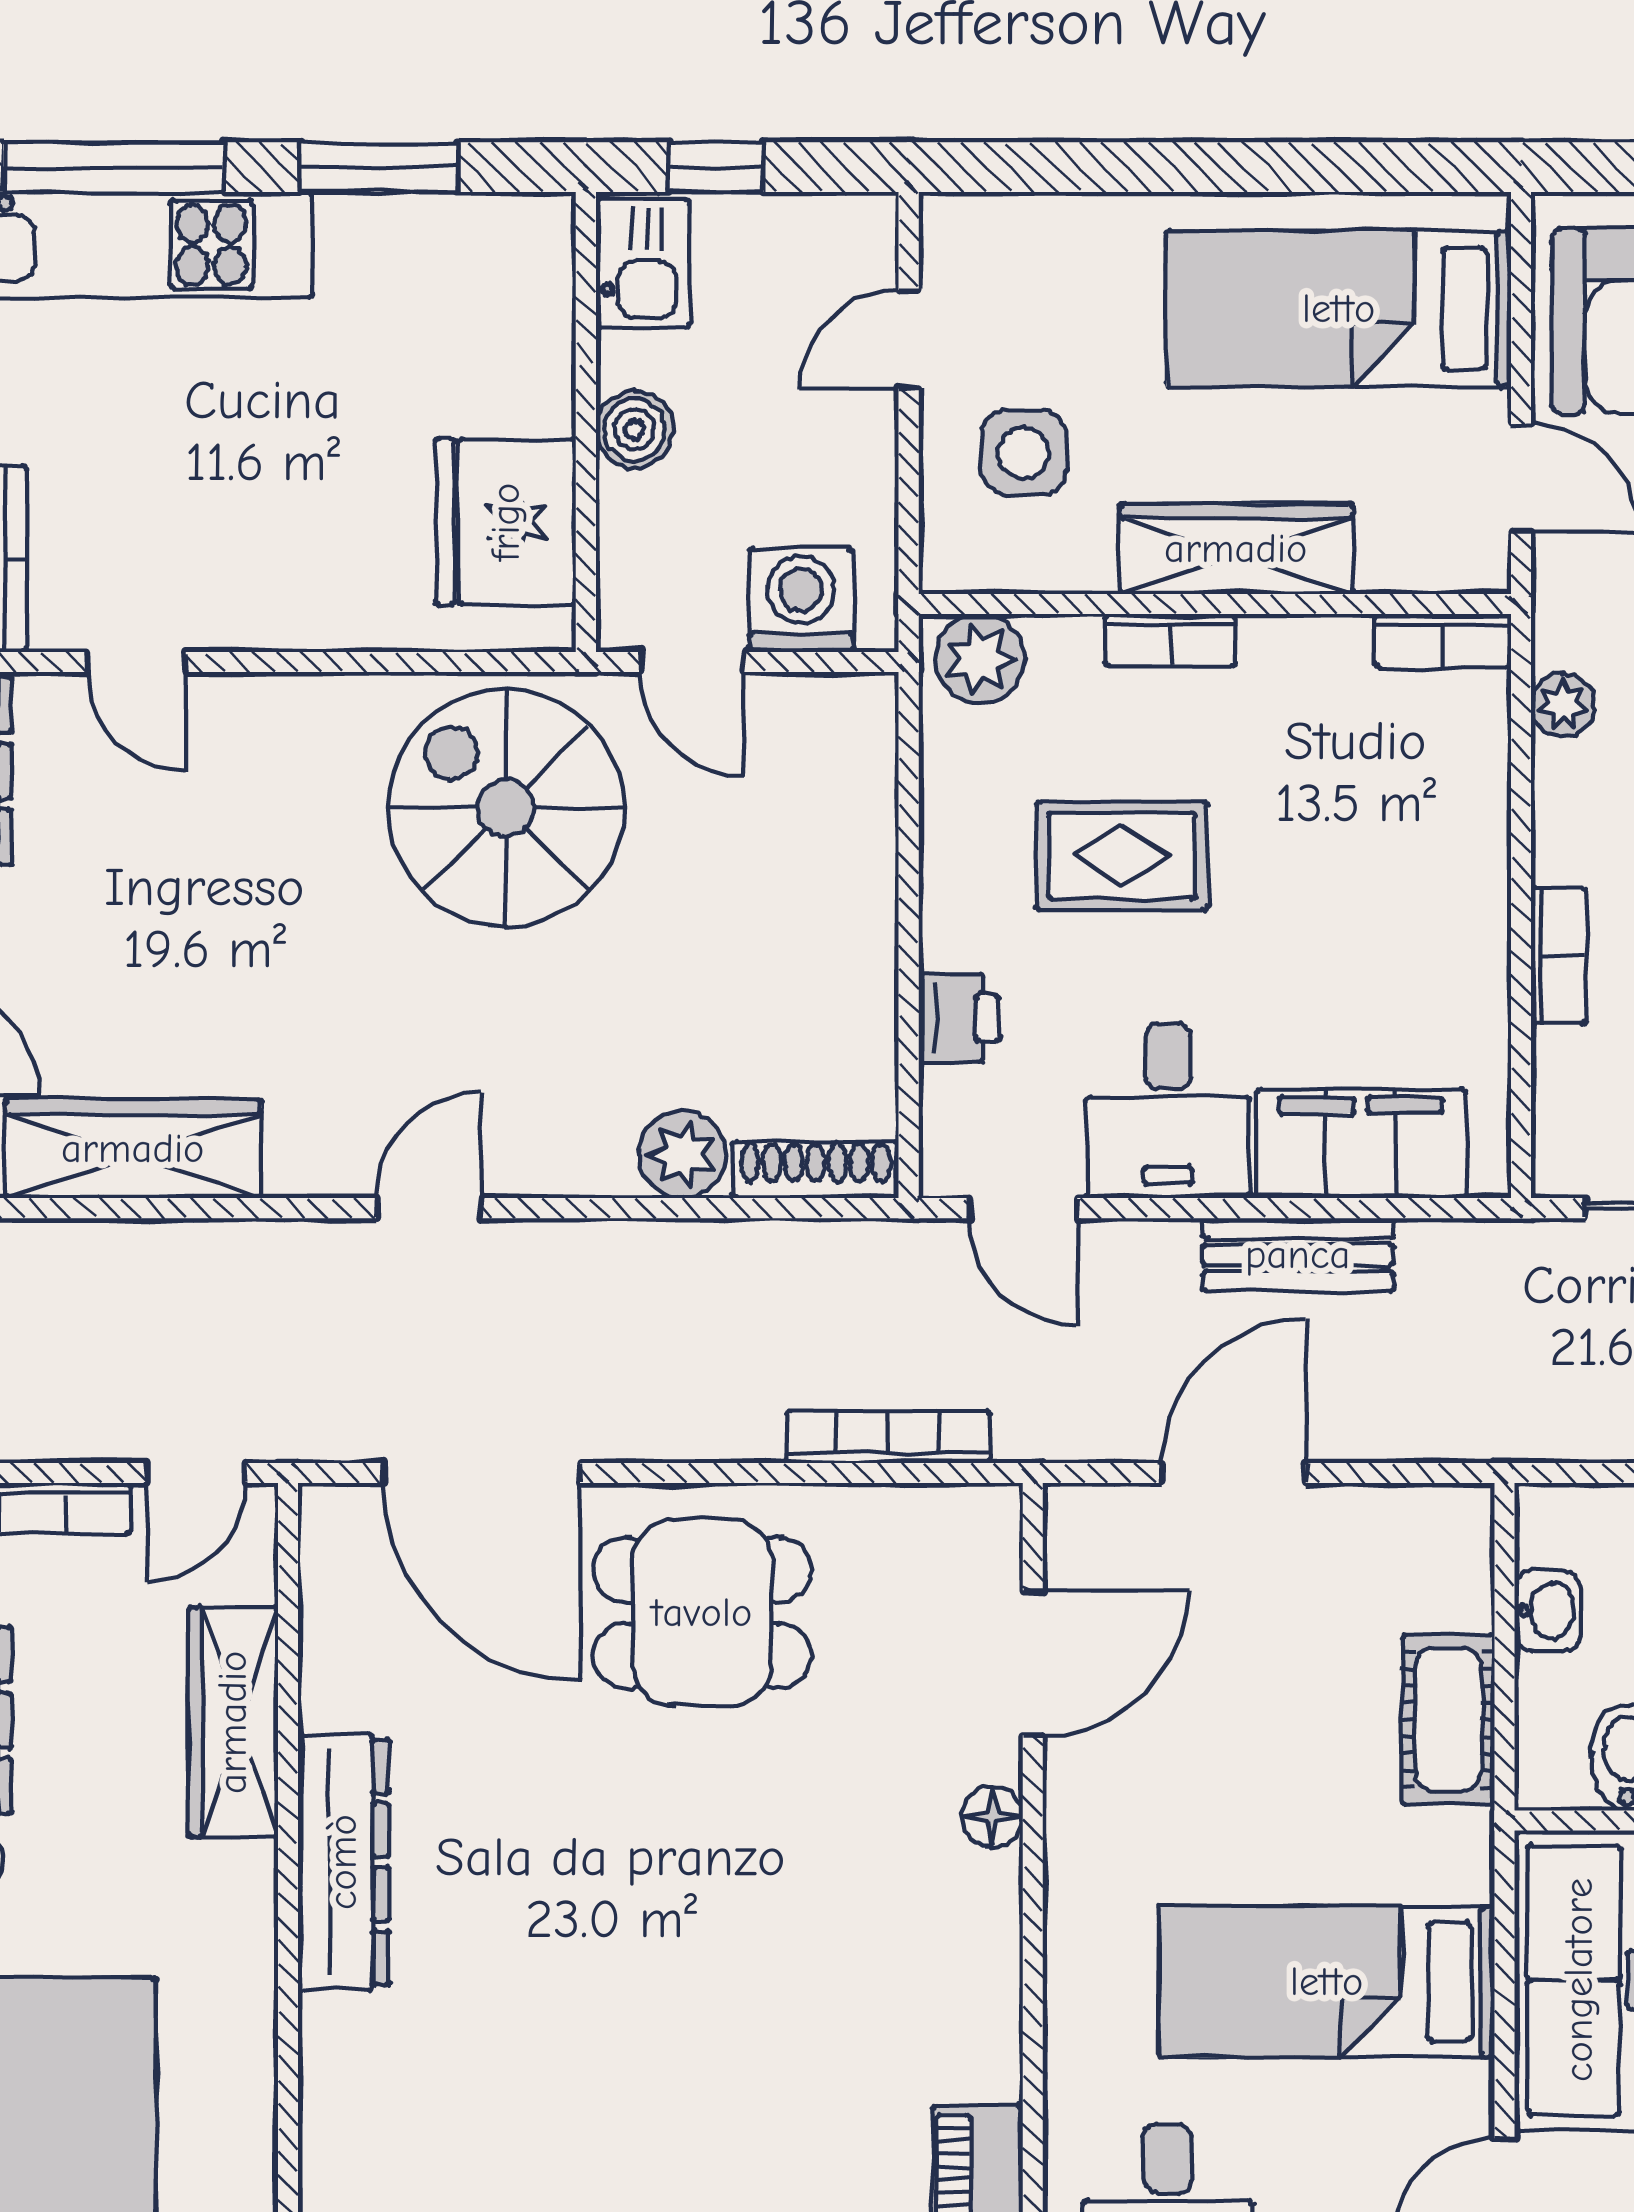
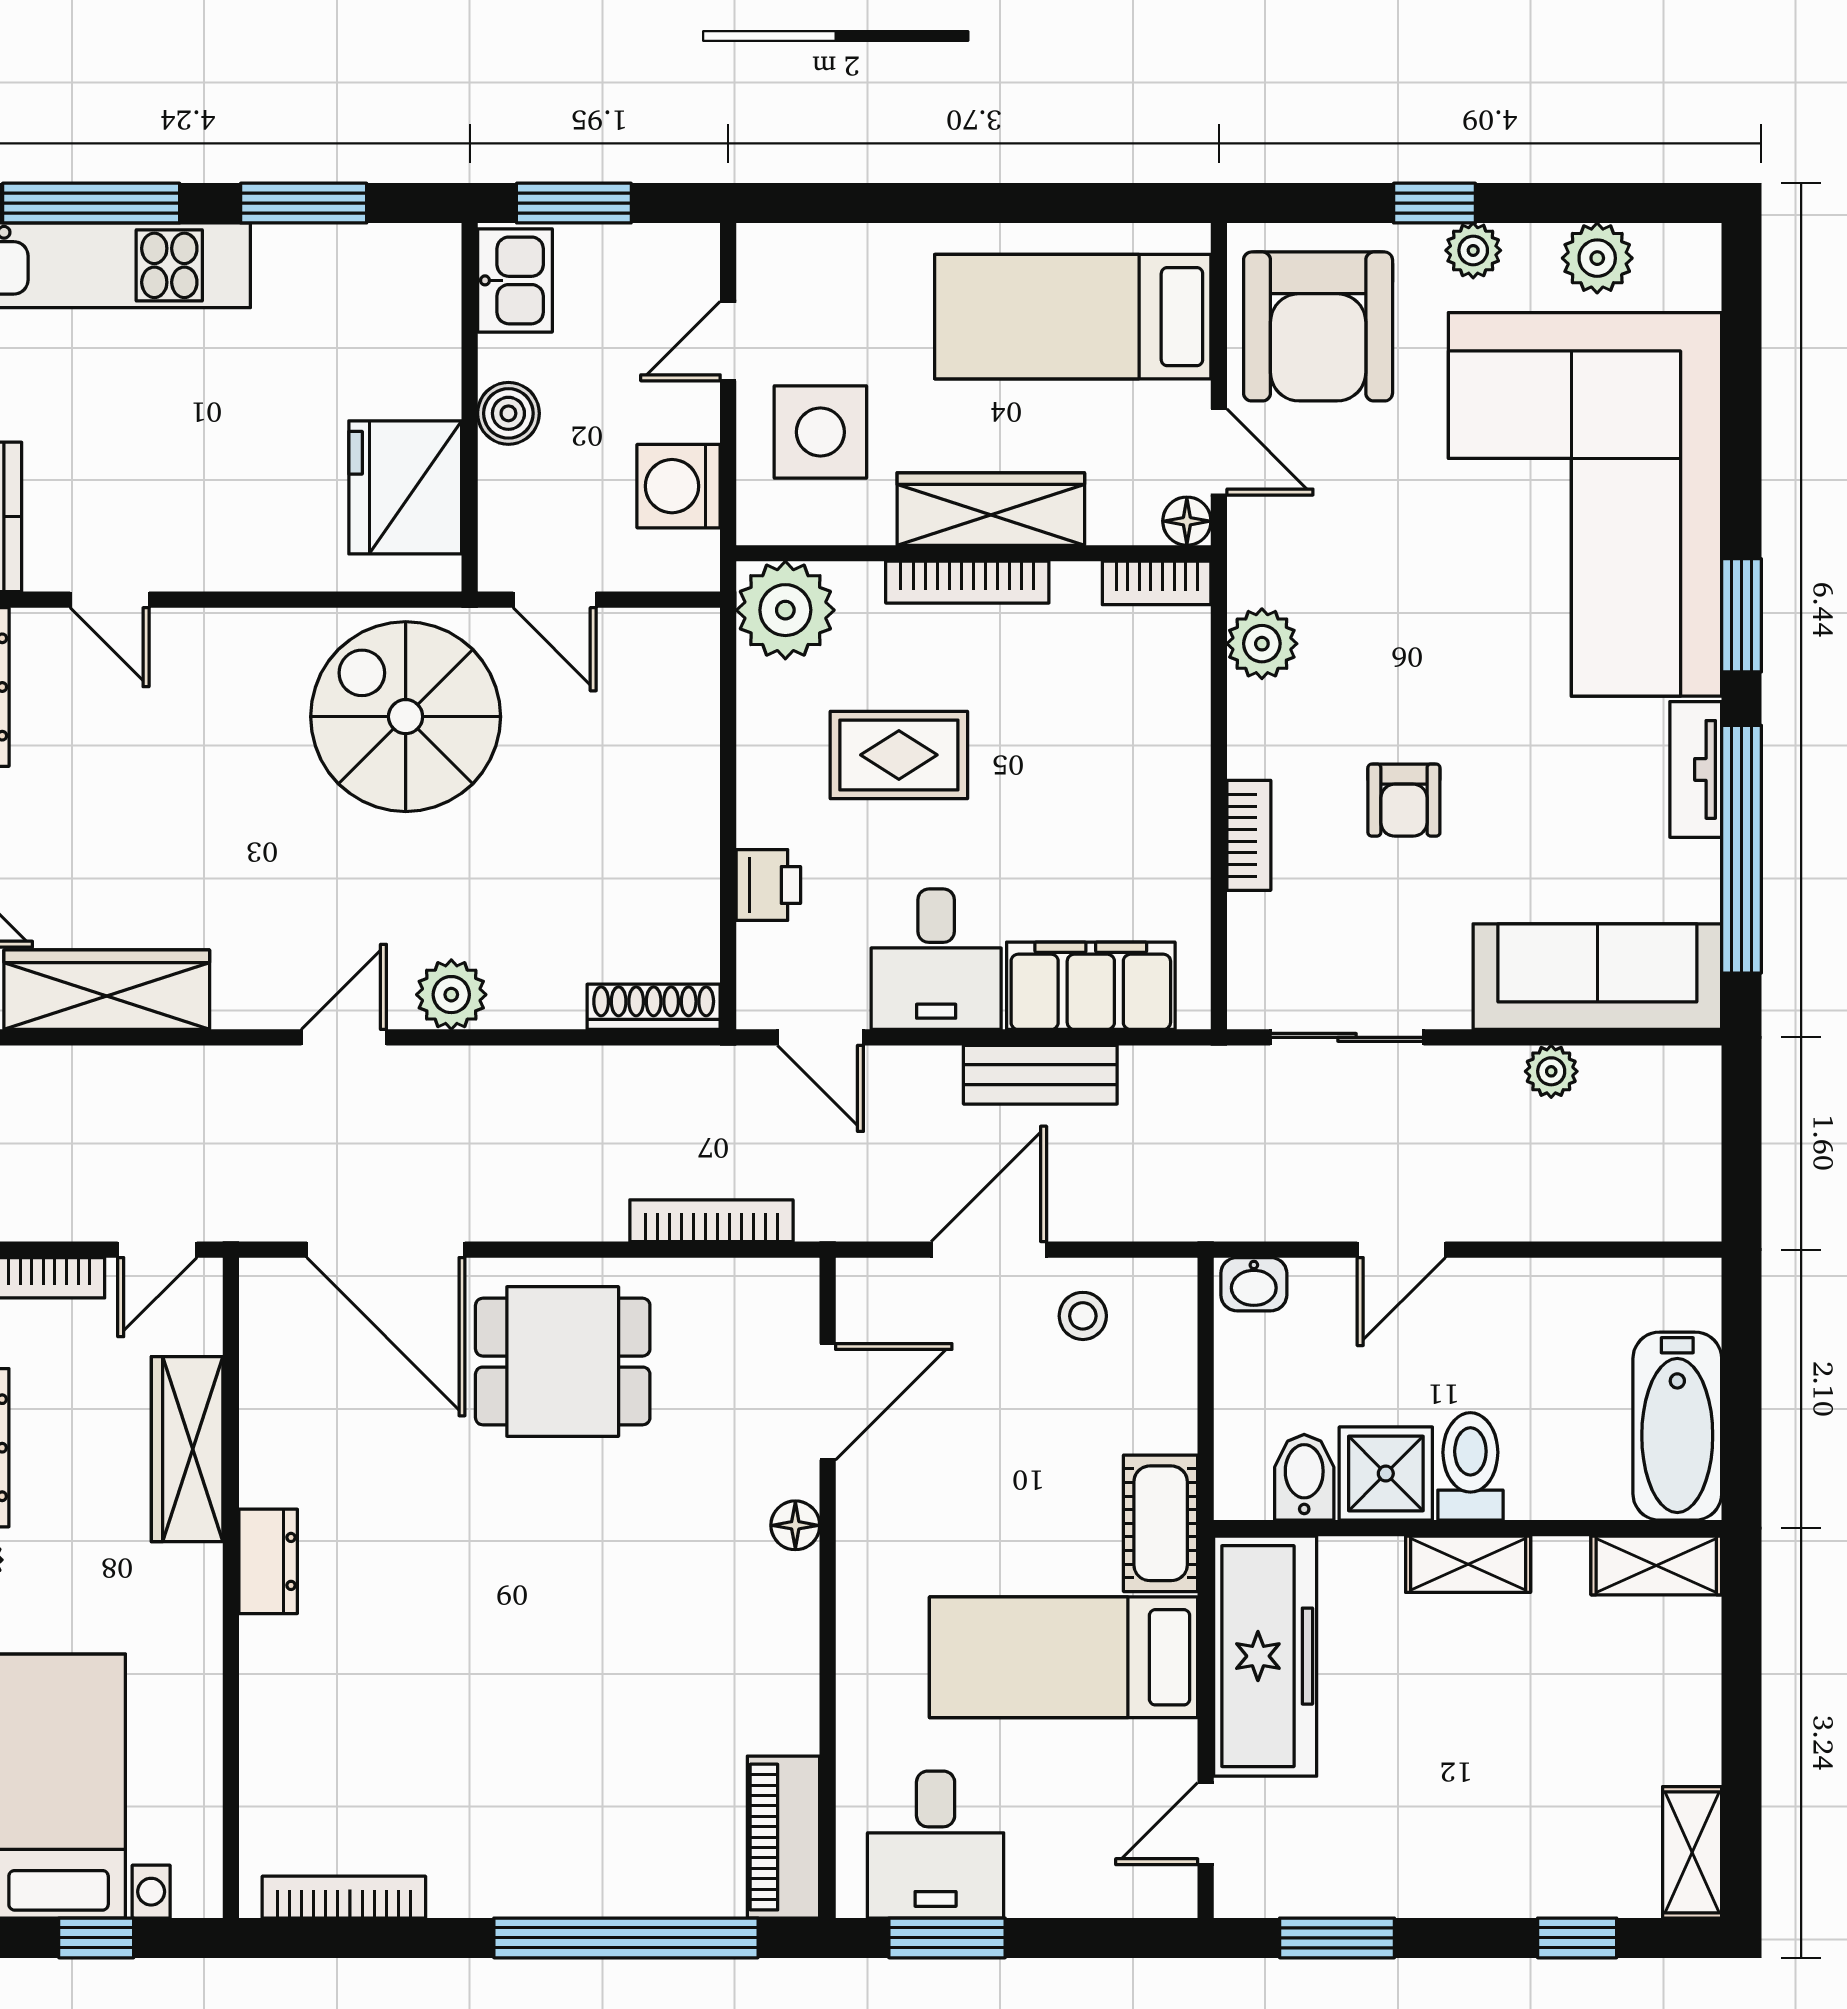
window: (716, 167) -> (574, 203), width x1.50
side table: (1024, 453) -> (820, 432), width x1.37, depth x1.37
floor lamp: (1481, 564) -> (1187, 521), added
washing machine: (801, 600) -> (679, 486), moved, turned -90
bookcase: (1170, 640) -> (967, 582), width x1.56
plant: (980, 659) -> (785, 610), width x1.36, depth x1.36
plant: (1563, 705) -> (1262, 644), width x1.38, depth x1.38
plant: (683, 1155) -> (451, 995), moved
stool: (1351, 1556) -> (1083, 1316), added
washbasin: (1548, 1611) -> (1254, 1284), moved, turned 90
cot: (1448, 1720) -> (1161, 1523), moved
dresser: (343, 1862) -> (268, 1561), width x0.51, depth x0.80

